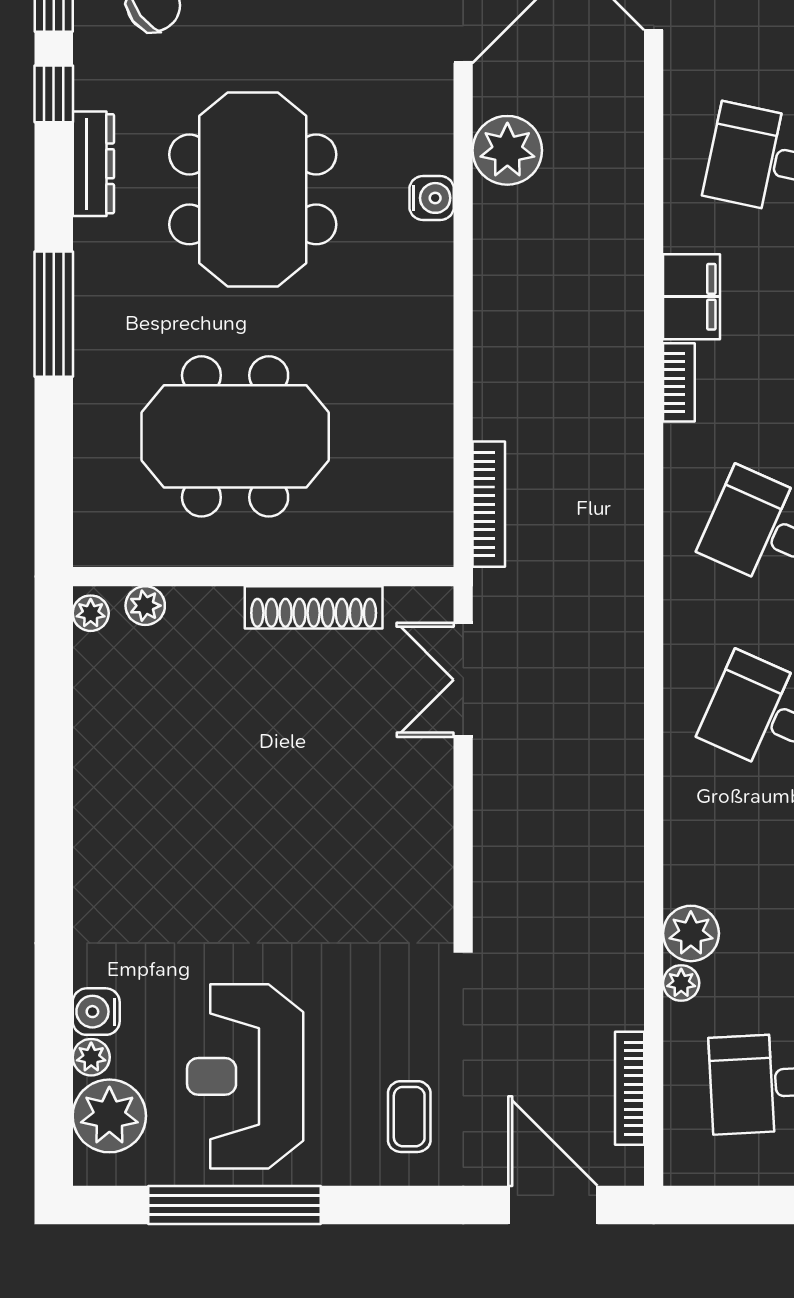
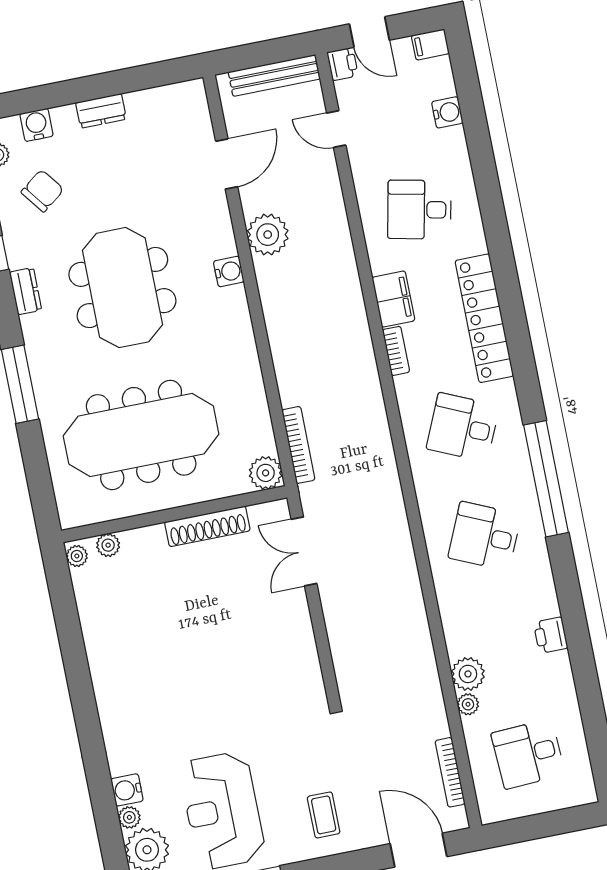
dresser: (93, 164) -> (26, 291), width x0.70
meeting table: (235, 436) -> (141, 435), width x1.36
plant: (426, 539) -> (266, 473), added

